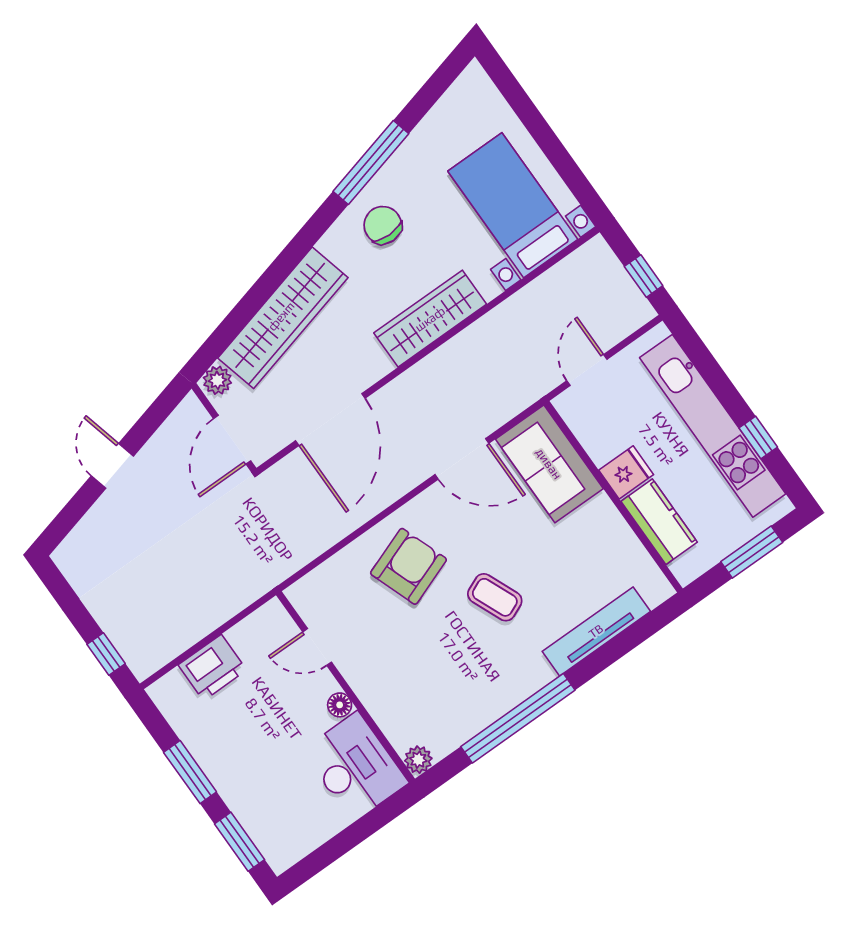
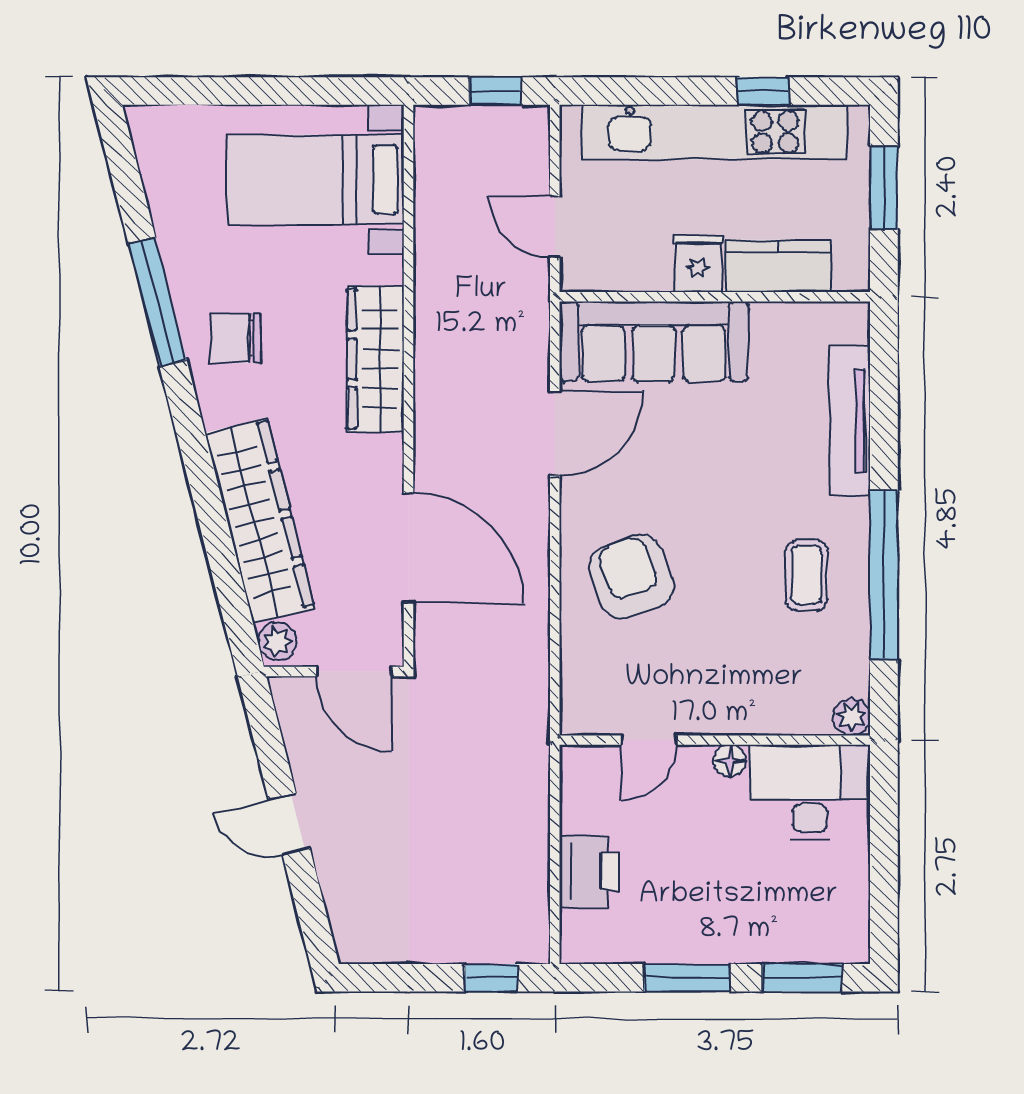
sofa: (549, 464) -> (654, 341), width x1.36
coffee table: (495, 597) -> (806, 575), moved, turned -67

